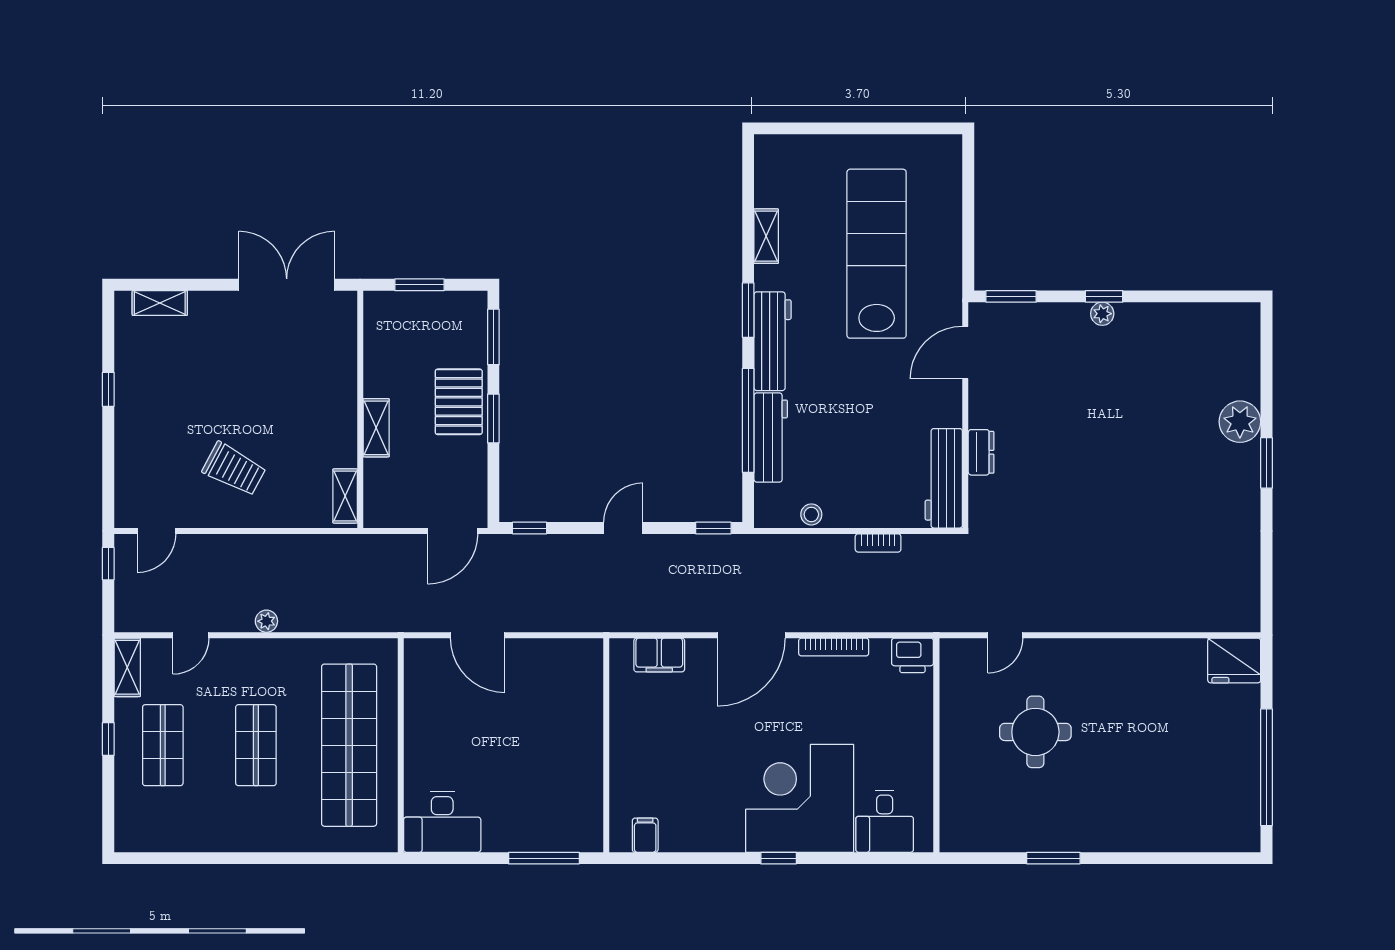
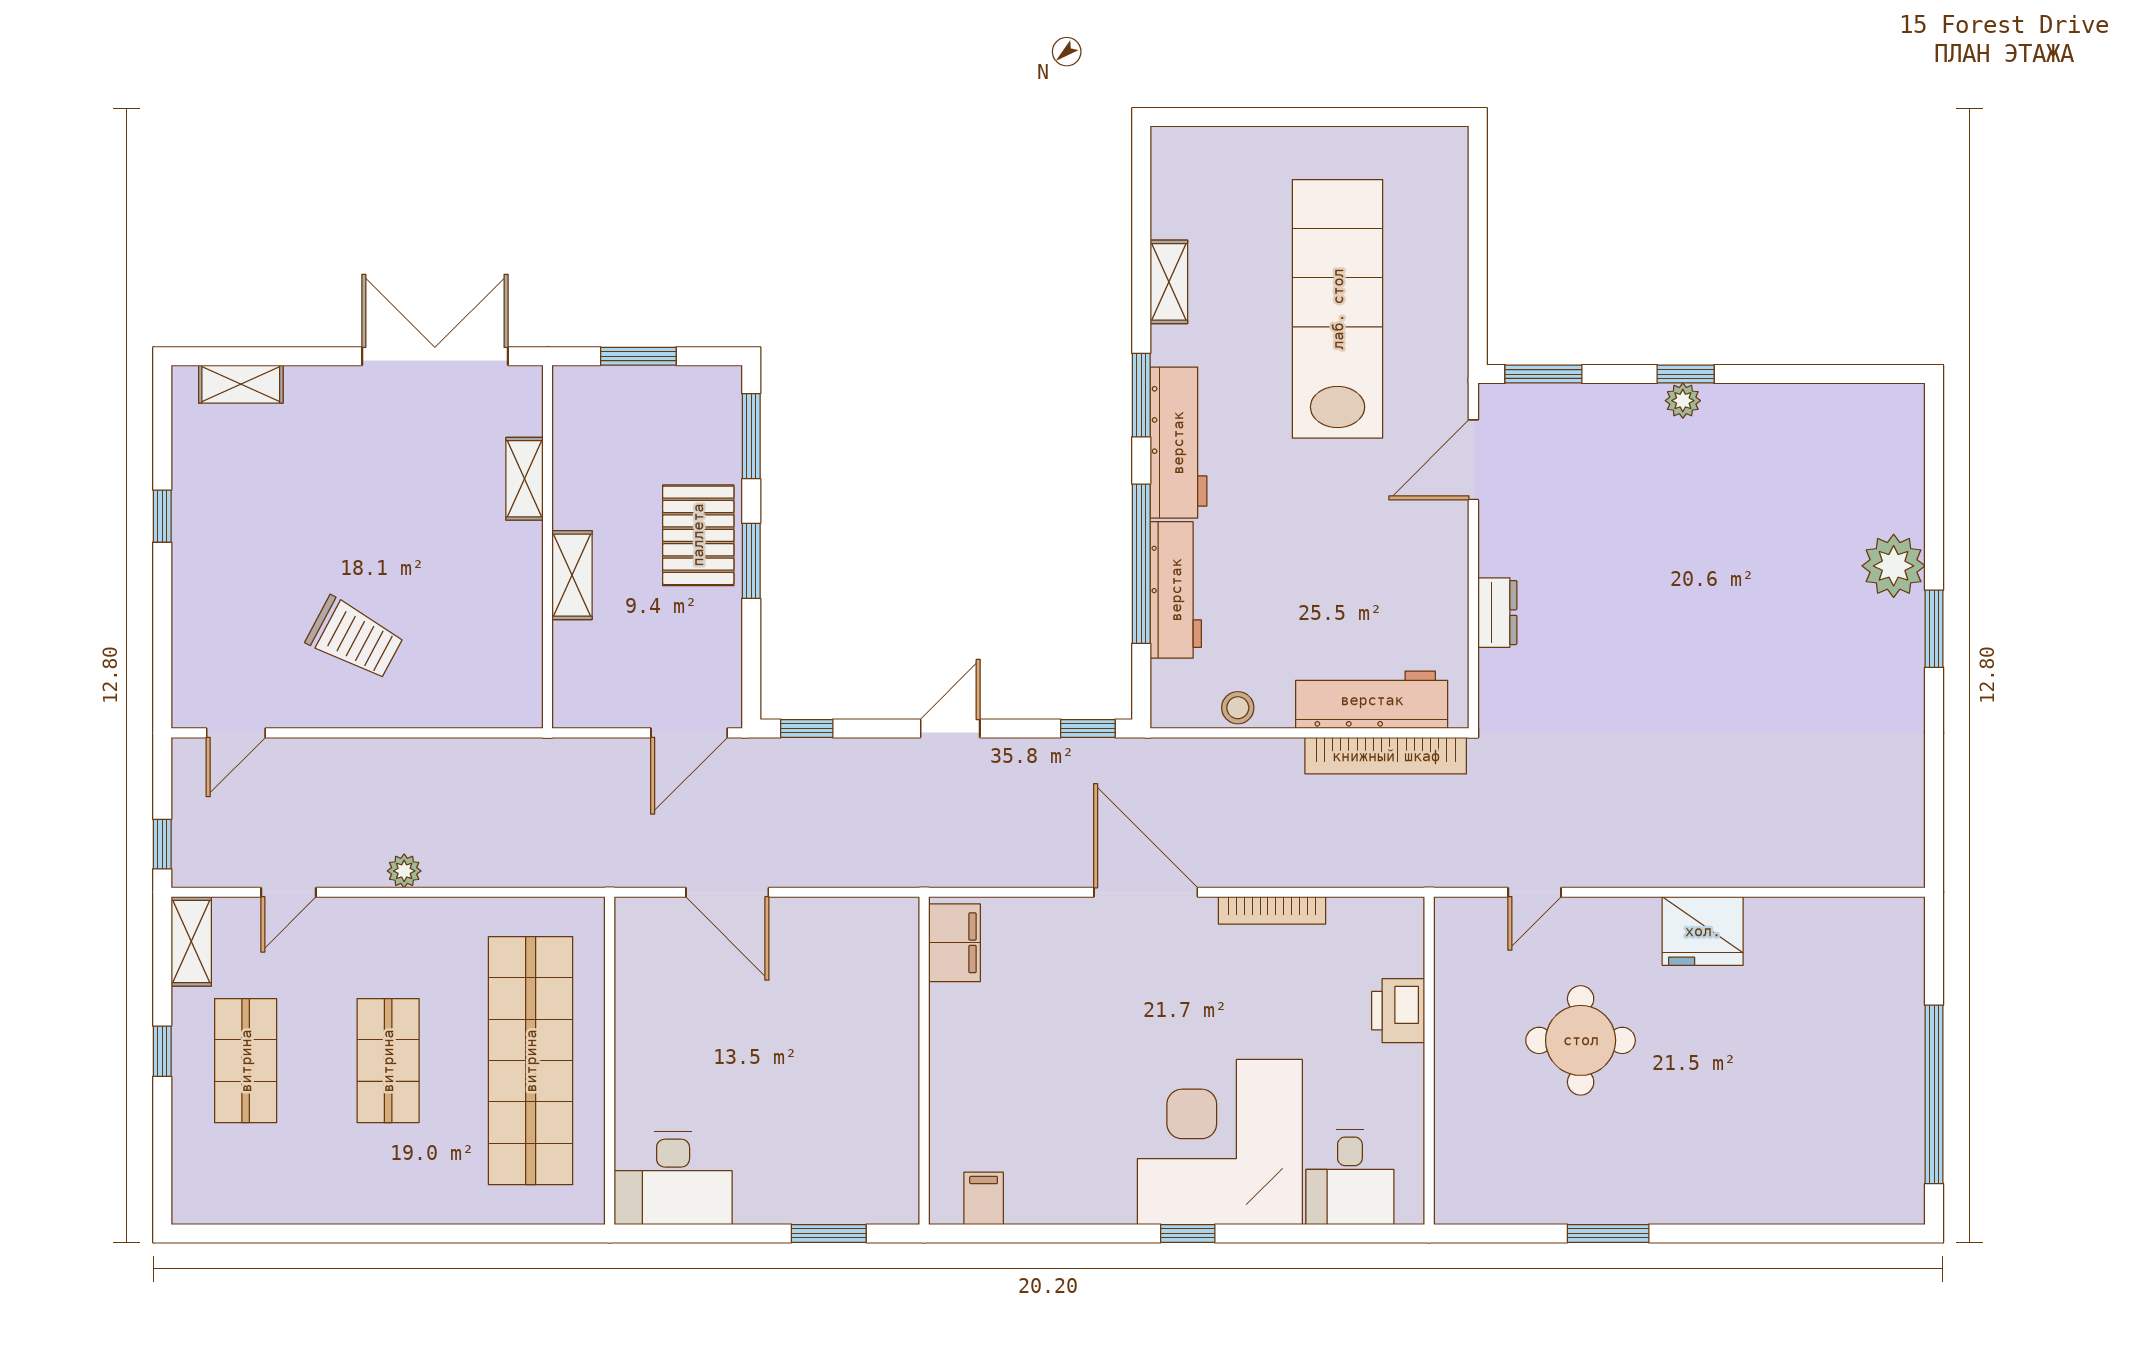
workbench: (944, 478) -> (1372, 700), moved, turned 90
shelving: (345, 496) -> (525, 479), moved
bookcase: (878, 543) -> (1386, 756), width x2.31, depth x1.31
window: (108, 564) -> (162, 844), moved
door: (751, 635) -> (1146, 892), swing flipped
filing cabinet: (659, 655) -> (954, 943), moved, turned -90
printer: (913, 655) -> (1398, 1011), moved, turned 90
fridge: (1234, 660) -> (1703, 931), moved
window: (544, 858) -> (829, 1233), width x0.69

